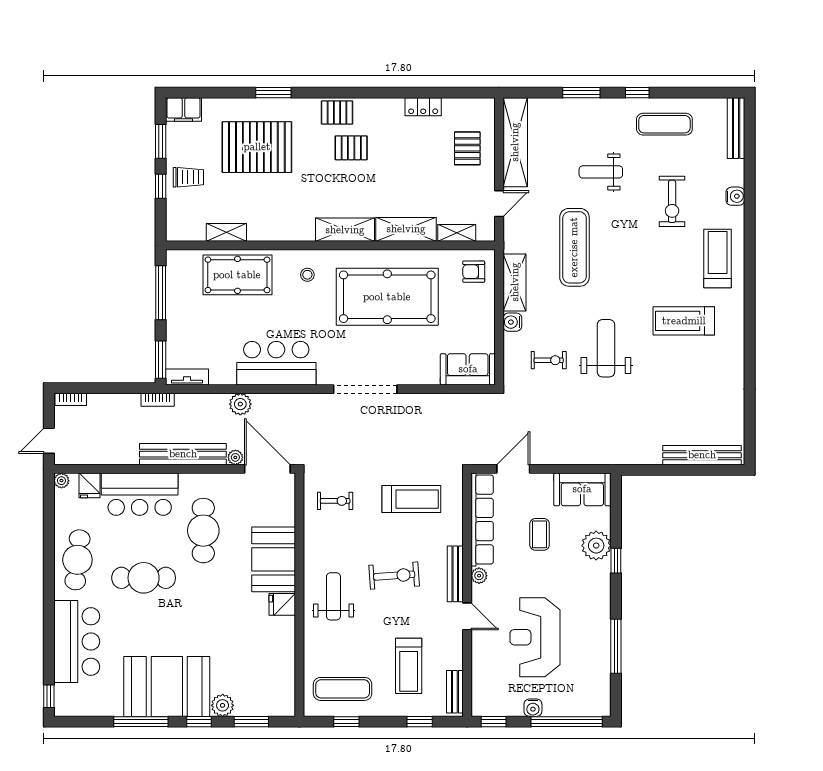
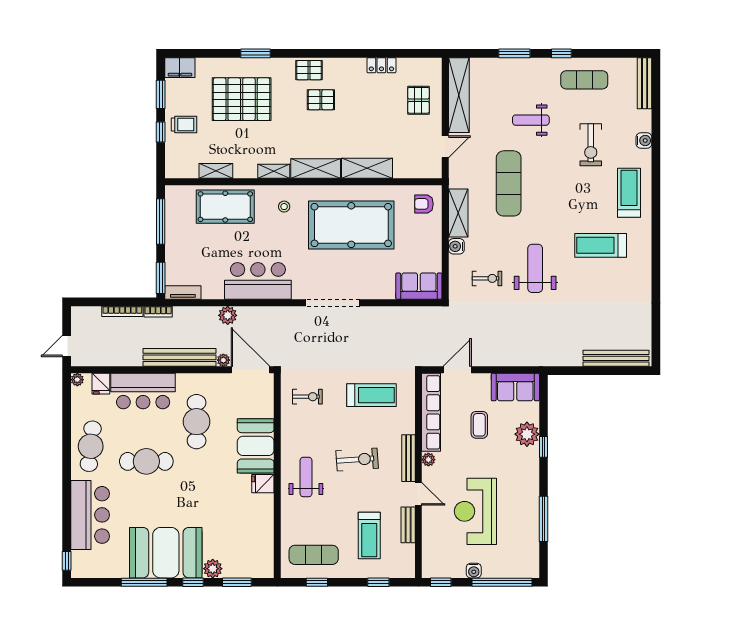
shelving: (457, 233) -> (274, 171), moved
bookcase: (71, 399) -> (122, 311), moved, width x1.56
bench: (455, 692) -> (408, 525), moved

